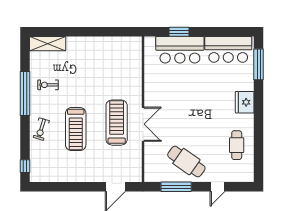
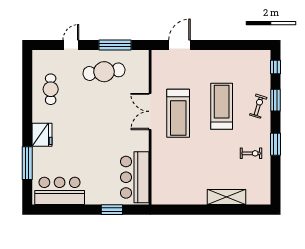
shelving: (48, 44) -> (226, 197), moved
bar counter: (180, 50) -> (135, 177), moved, turned -90
window: (259, 64) -> (27, 163), moved
window: (25, 93) -> (276, 144), width x0.47
window: (25, 135) -> (276, 100), added
cafe table: (186, 162) -> (104, 72), turned -42

